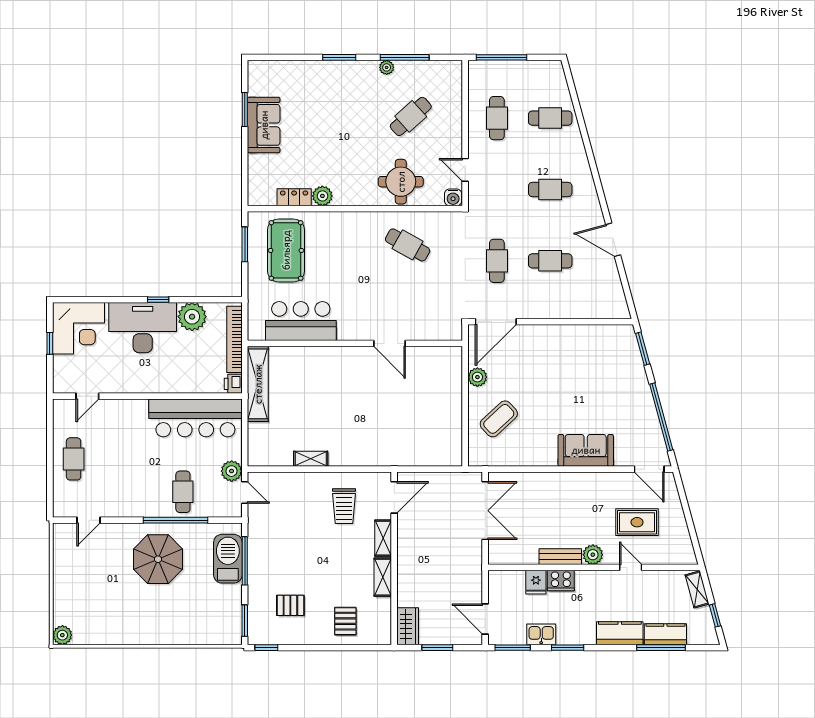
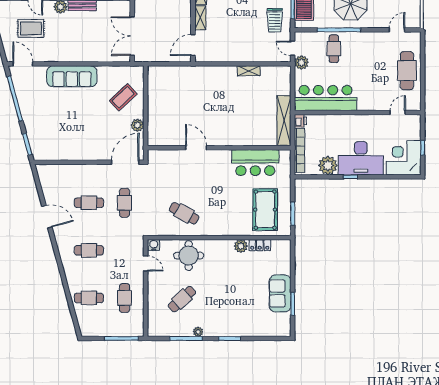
sofa: (586, 450) -> (72, 76), width x1.36
cafe table: (74, 459) -> (407, 71), width x1.37, depth x1.35
trolley: (344, 506) -> (275, 20), moved, turned 180

